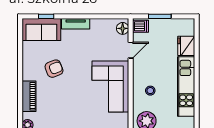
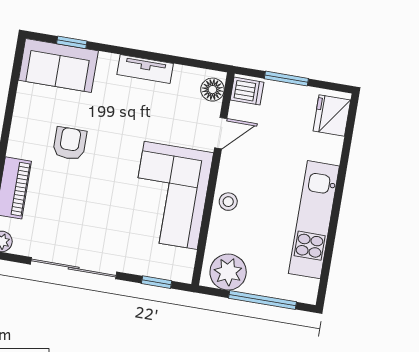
tv unit: (76, 24) -> (145, 69), moved
fridge: (186, 46) -> (332, 115), moved
armchair: (54, 69) -> (70, 143), turned -69
stool: (150, 91) -> (228, 202), moved

